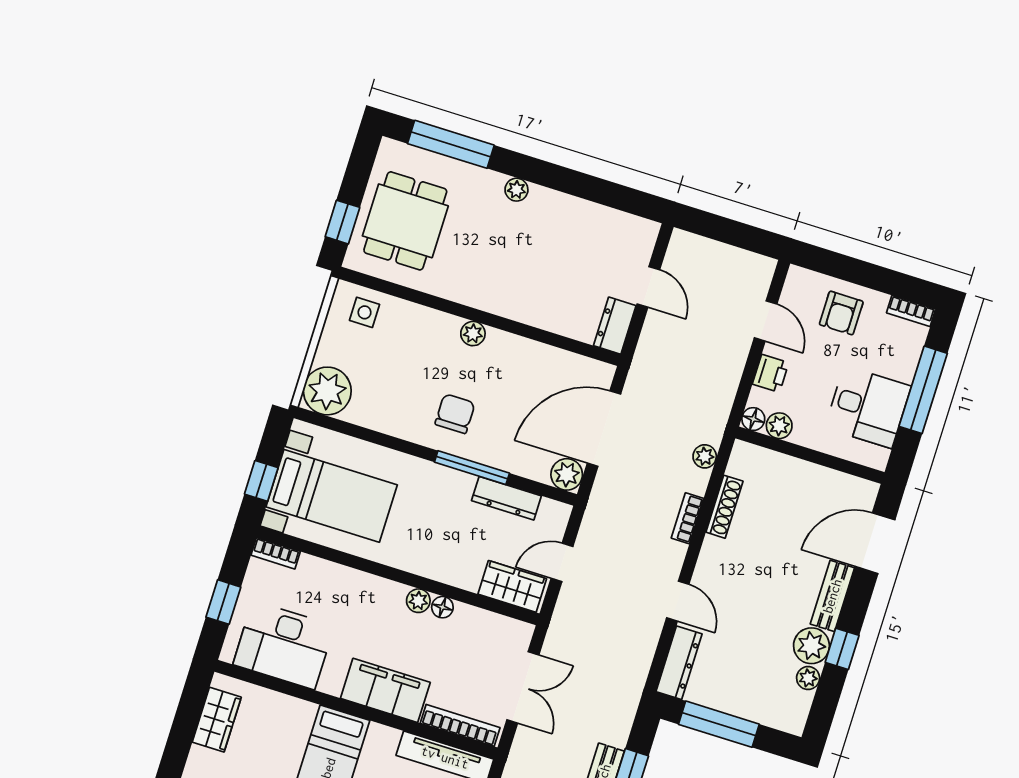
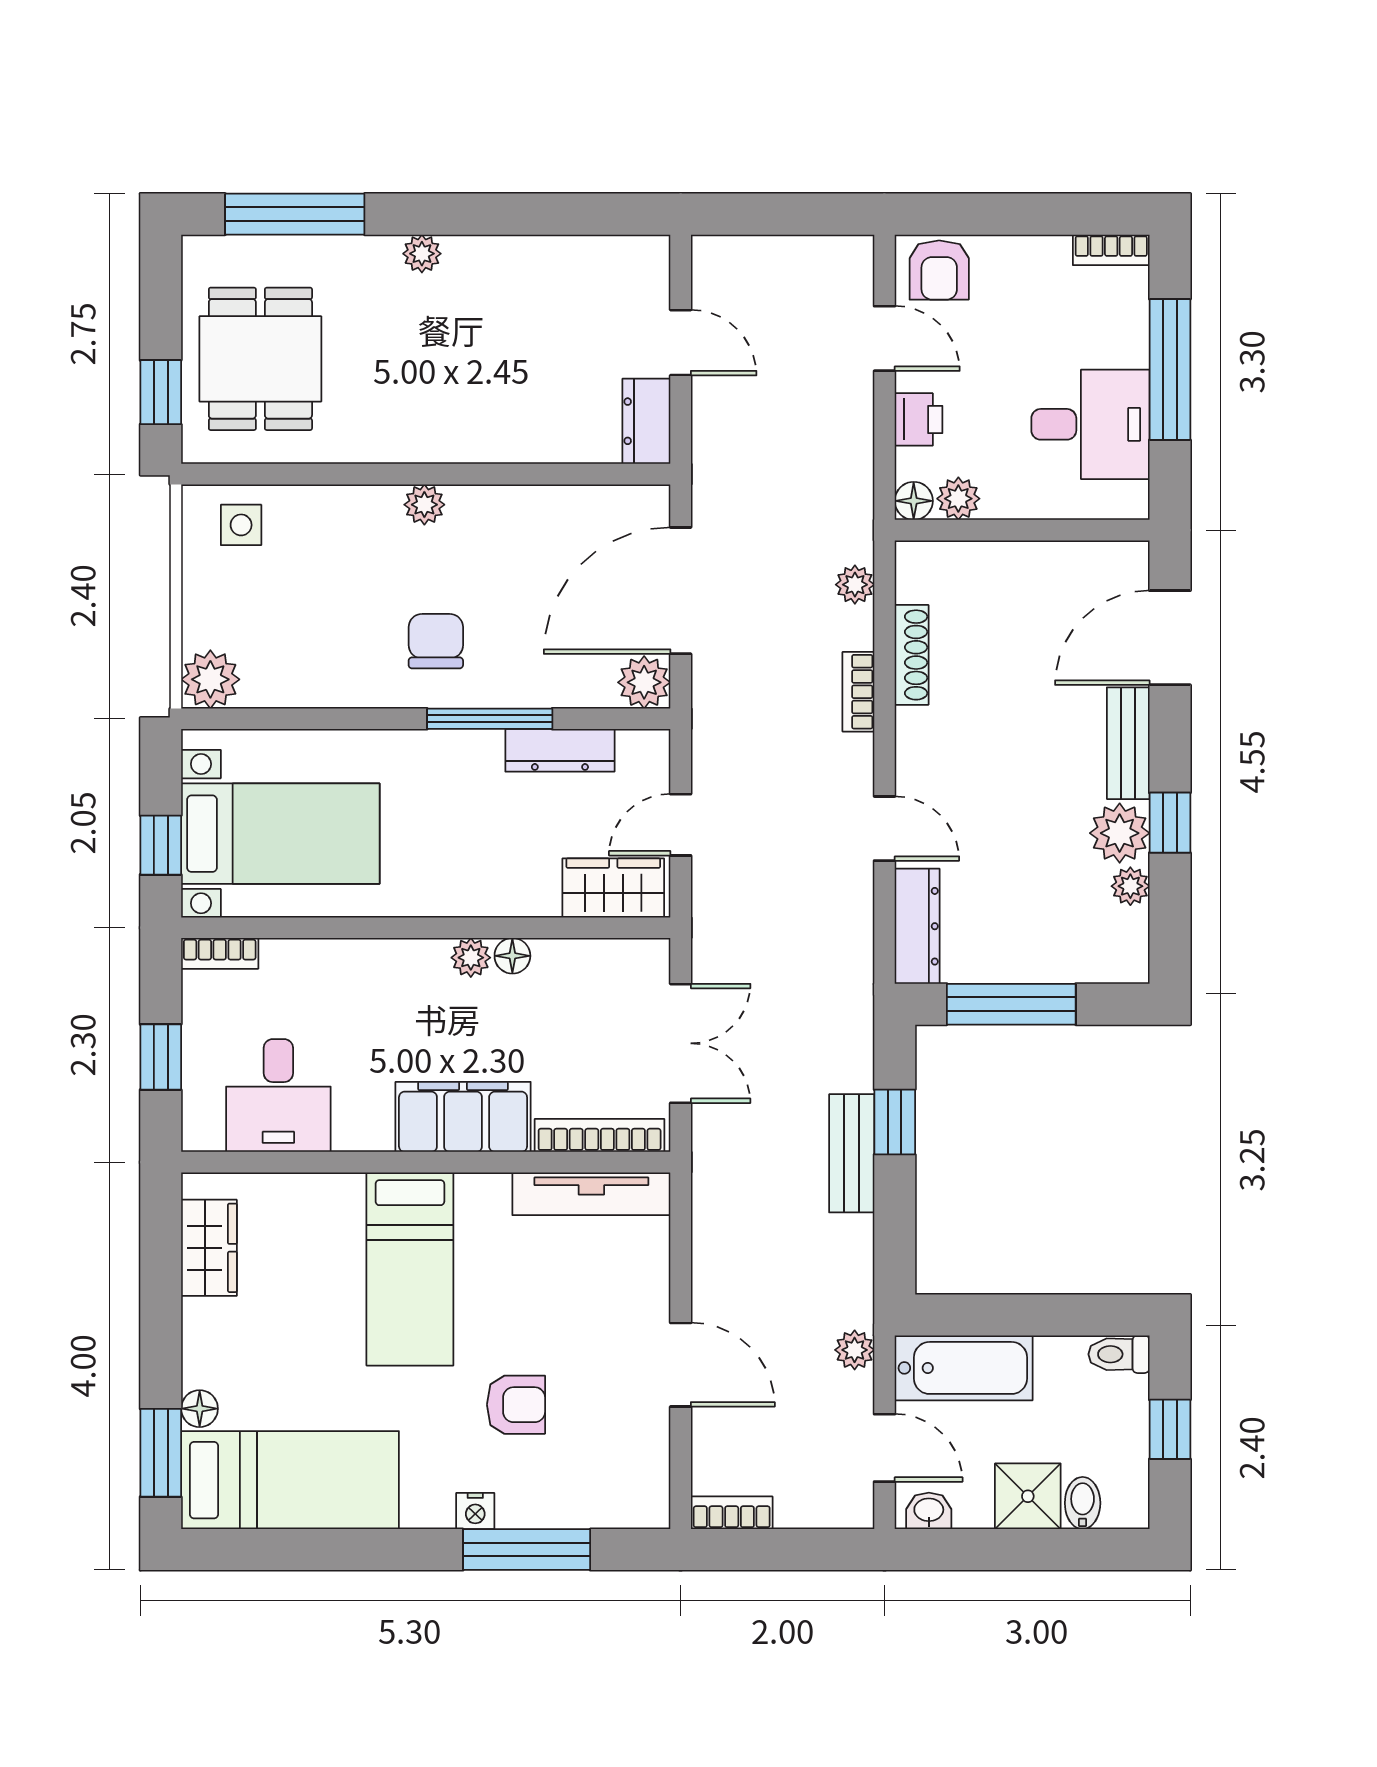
armchair: (841, 313) -> (939, 270), moved
plant: (327, 391) -> (210, 679), width x0.73, depth x0.73
desk: (284, 645) -> (278, 1096), width x0.73

